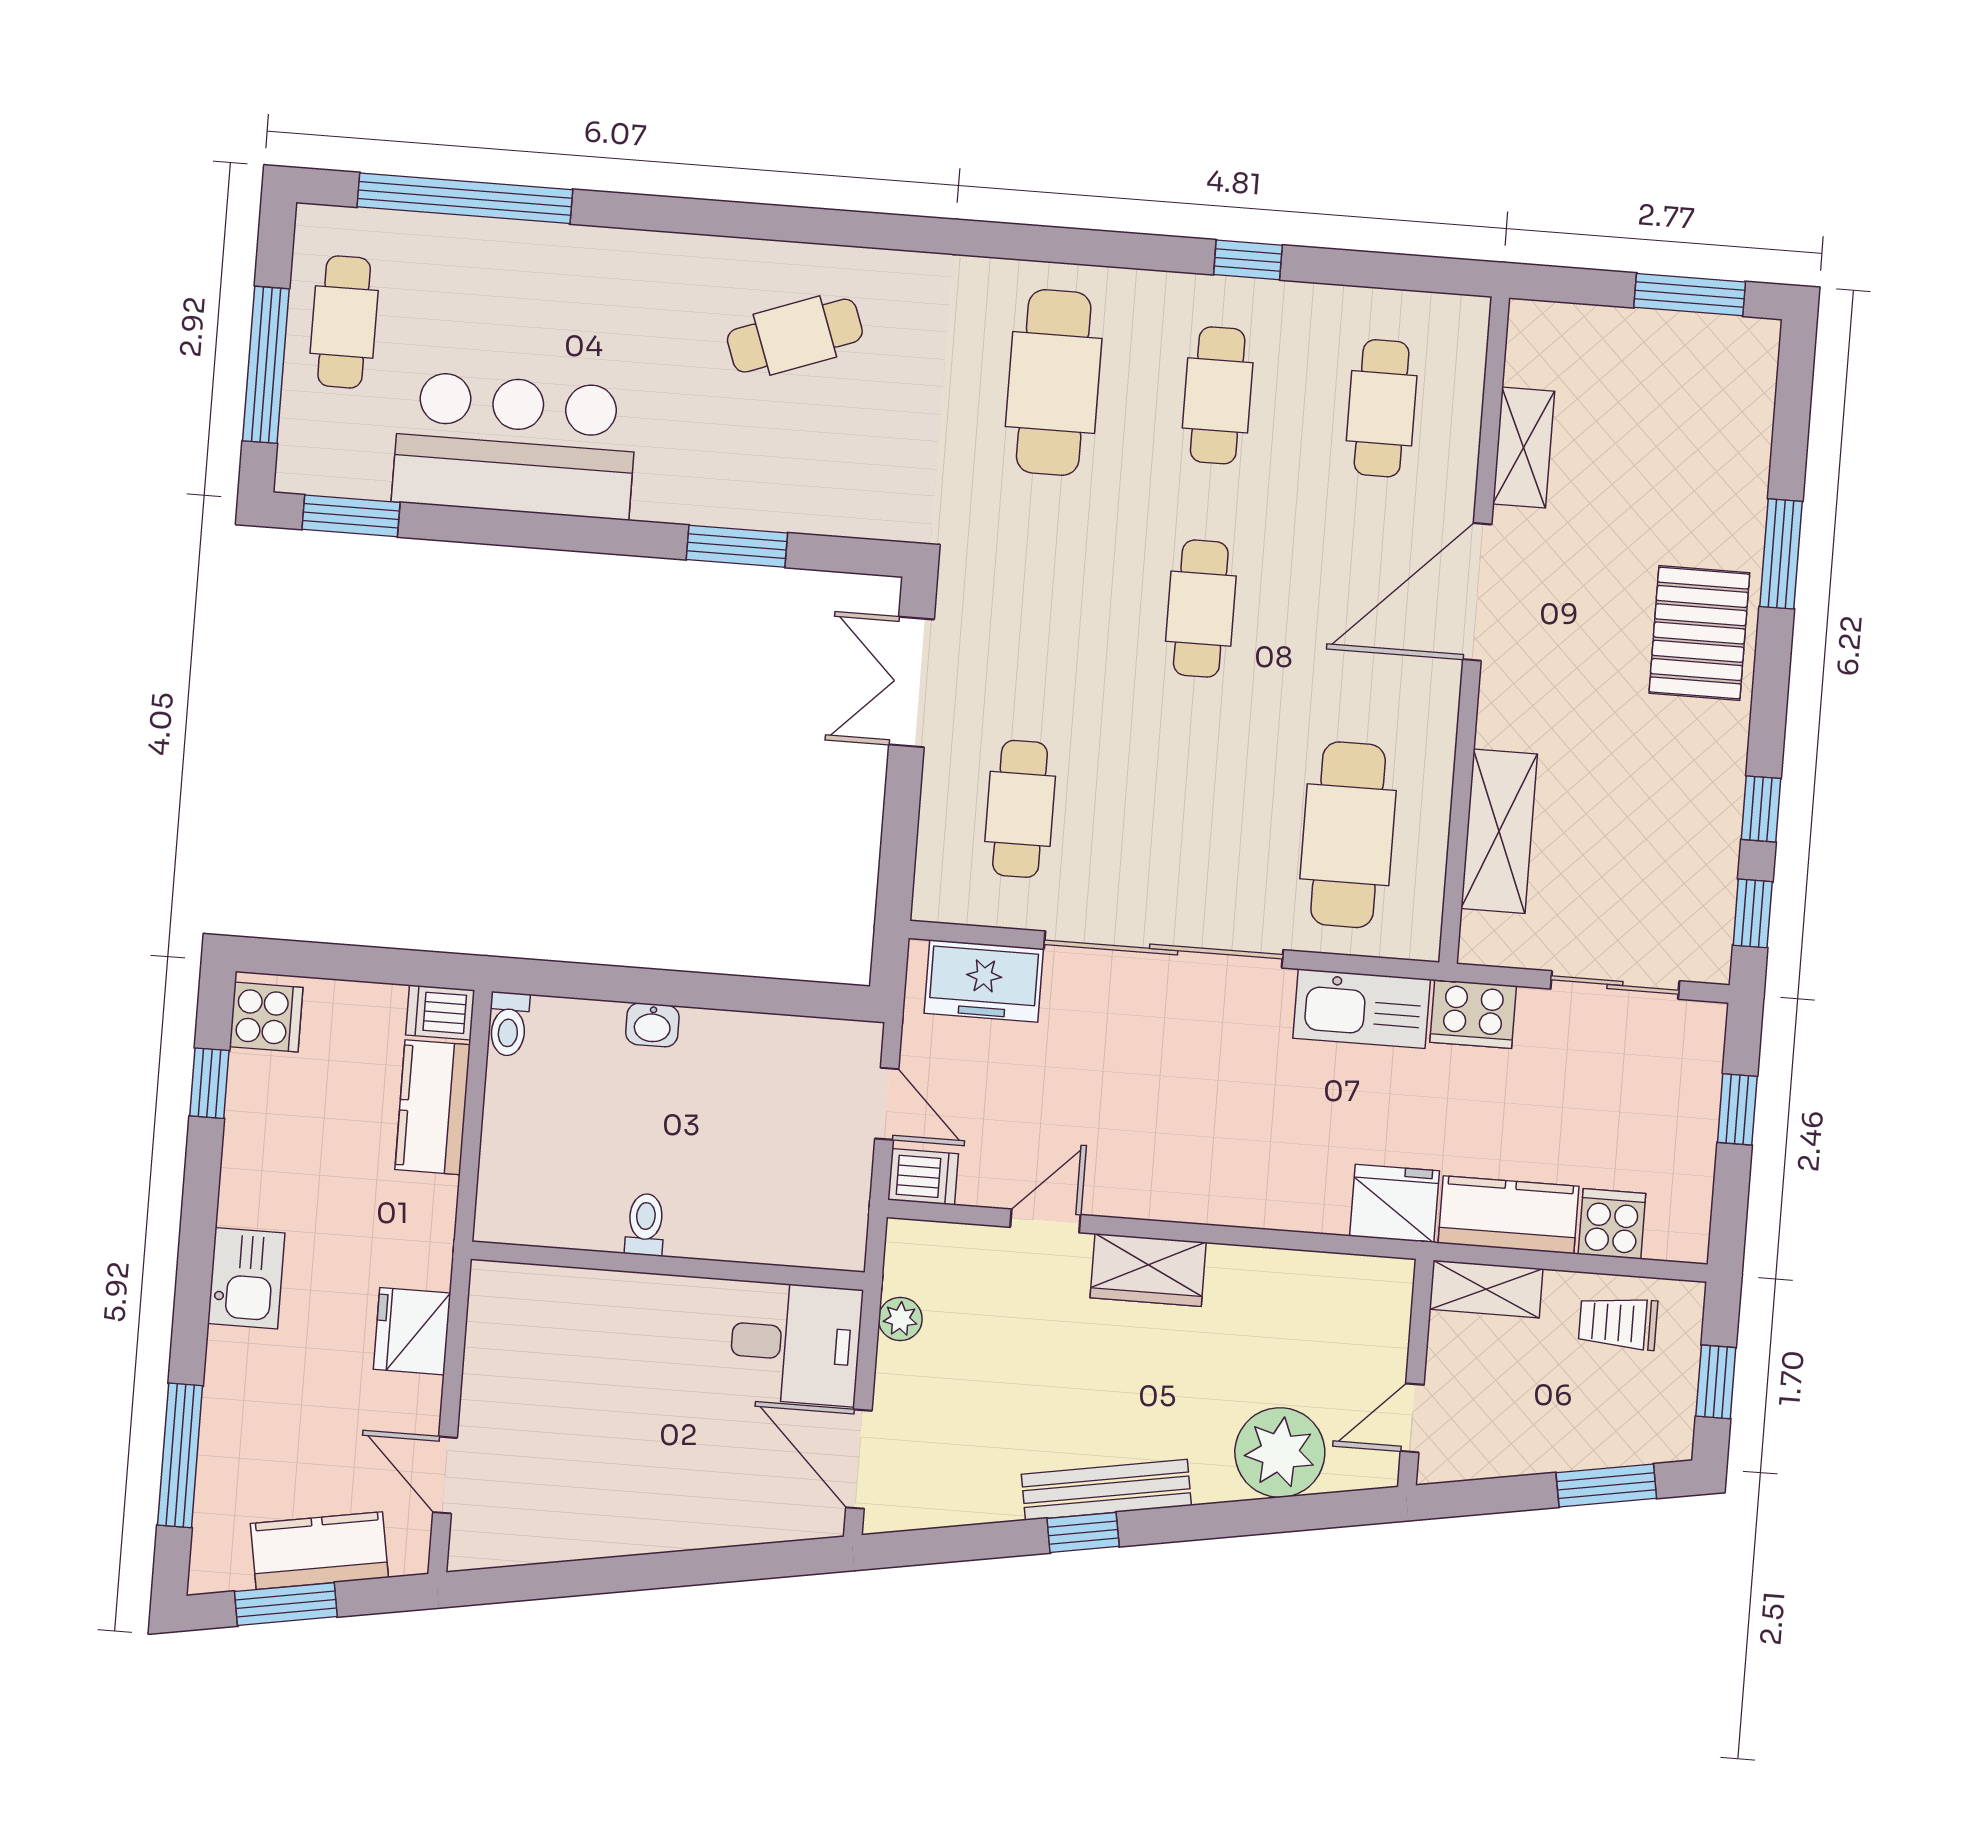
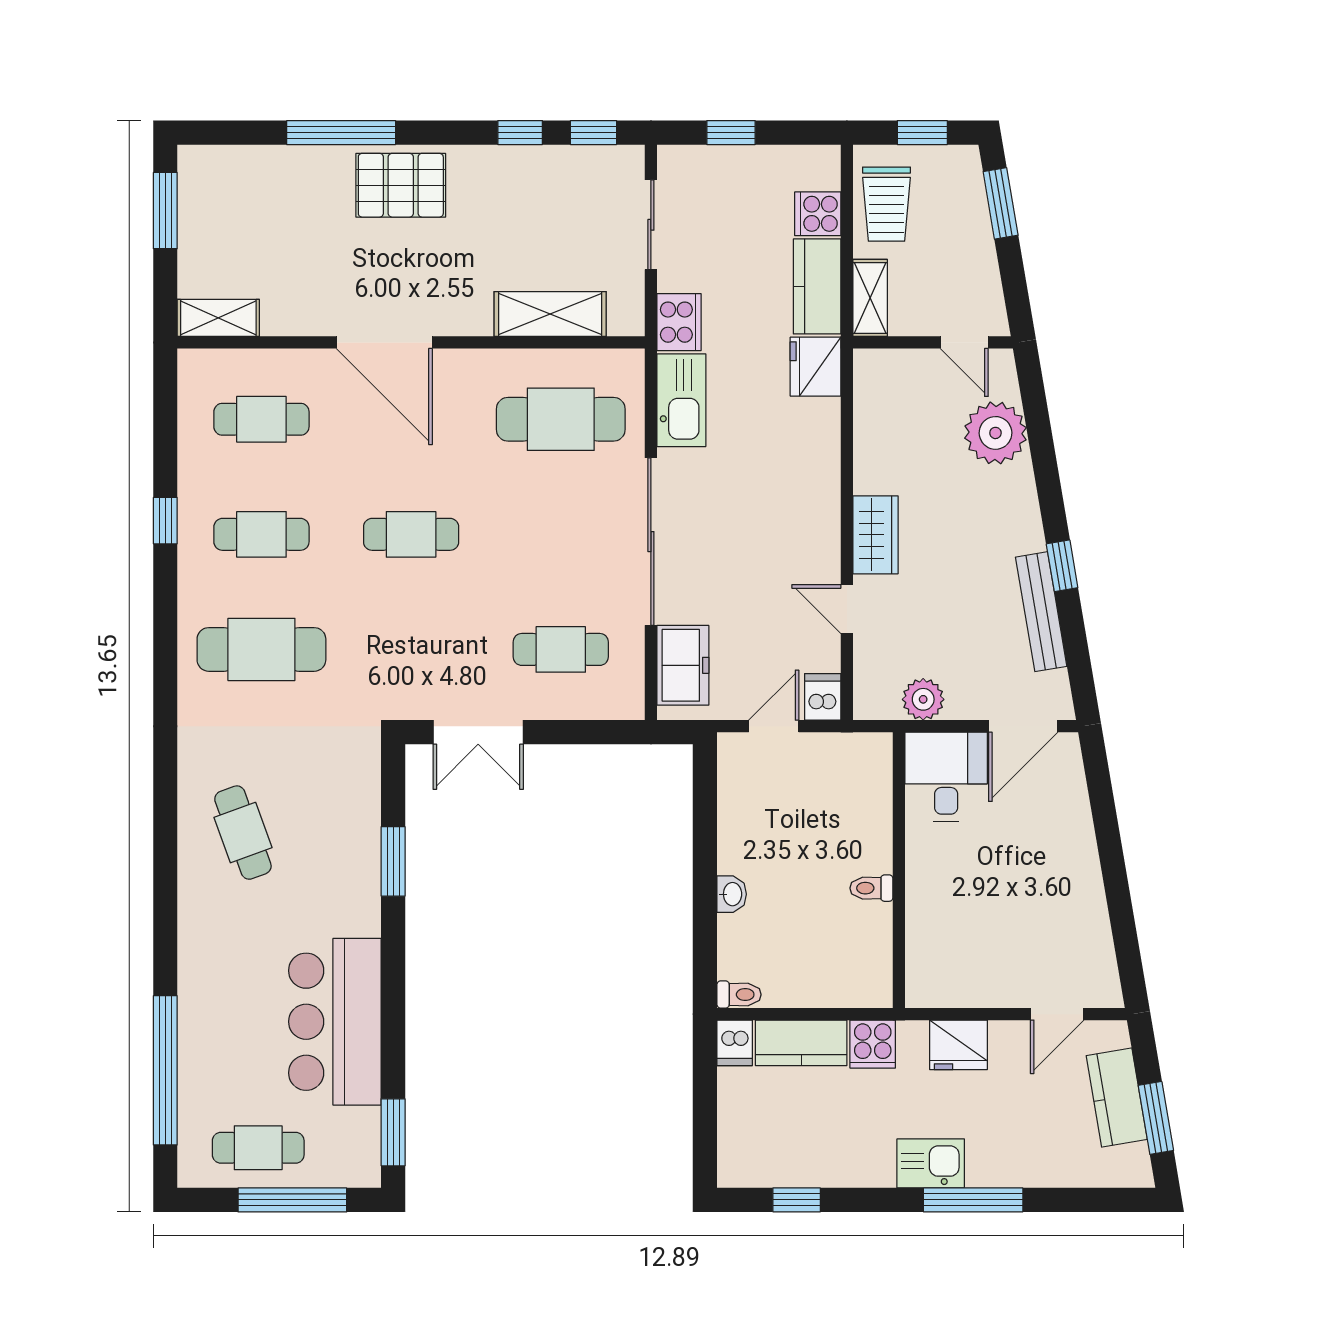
shelving: (1524, 448) -> (218, 318), moved
window: (1781, 554) -> (341, 133), width x1.44
cooker: (266, 1017) -> (873, 1044), moved, turned 180
plant: (900, 1319) -> (923, 699), width x1.38, depth x1.38
trolley: (1618, 1323) -> (887, 204), width x1.36, depth x1.39
window: (180, 1455) -> (973, 1200), moved
bench: (1106, 1490) -> (1041, 612), moved

